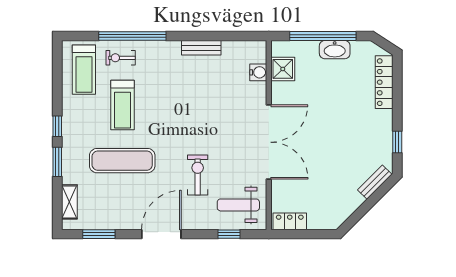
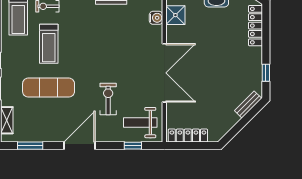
locker: (290, 221) -> (188, 136), width x1.53

